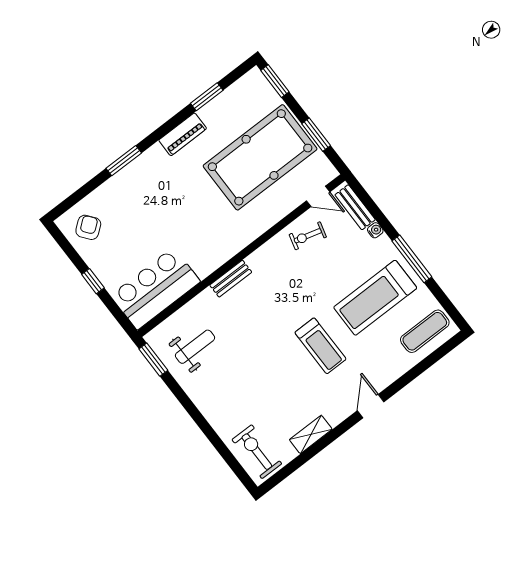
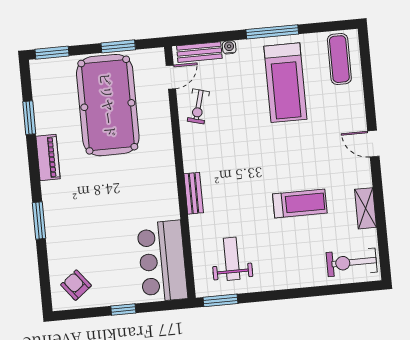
treadmill: (320, 346) -> (300, 203), moved

